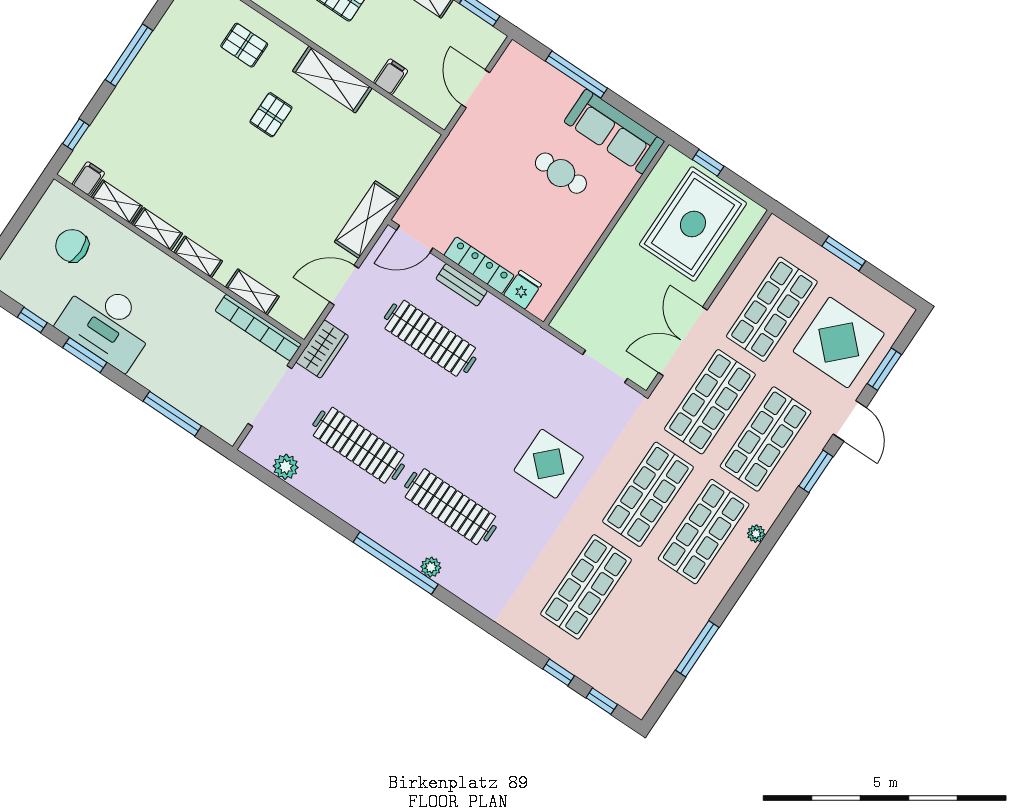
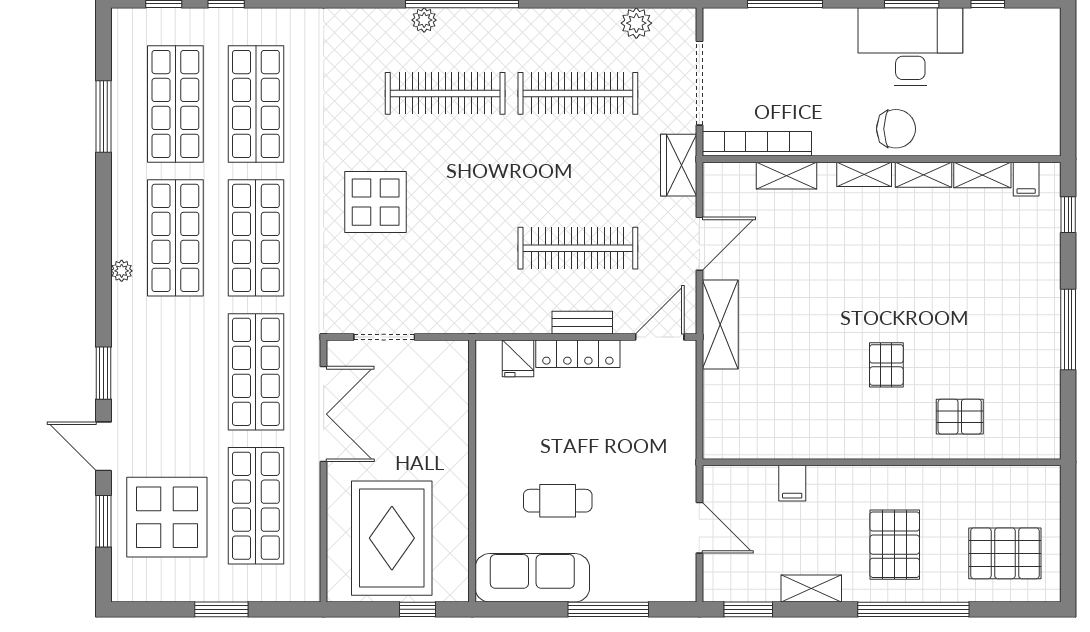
shelving: (332, 80) -> (849, 441), removed
chair: (72, 246) -> (896, 129), moved
shop shelf: (766, 439) -> (175, 104), moved

